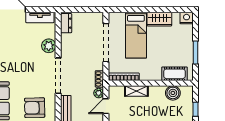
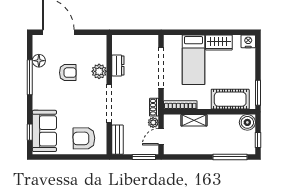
tv unit: (40, 17) -> (90, 41), removed
dresser: (66, 23) -> (118, 66), moved
armchair: (20, 47) -> (68, 73), added
window: (195, 53) -> (258, 93), moved
cot: (175, 74) -> (230, 99), width x1.37, depth x1.34
boiler: (173, 93) -> (247, 122), moved

